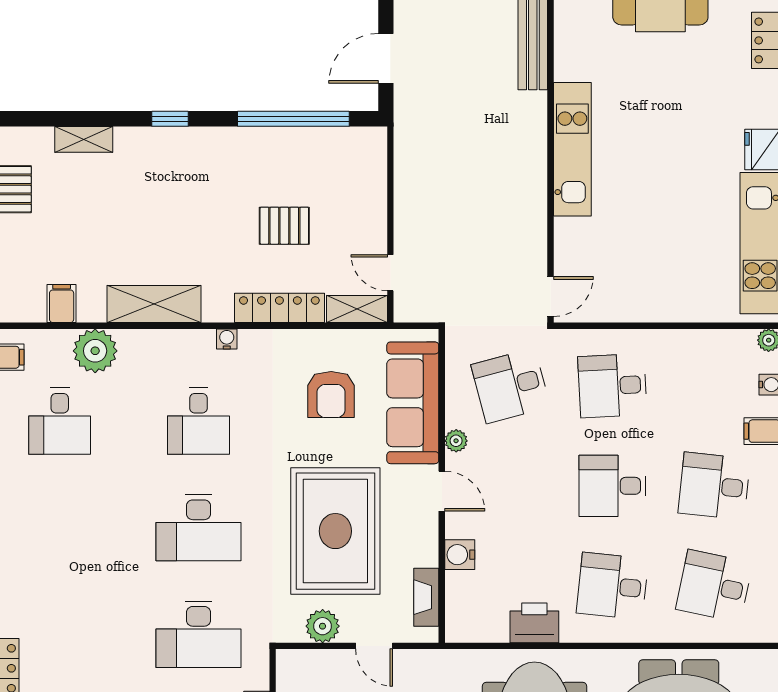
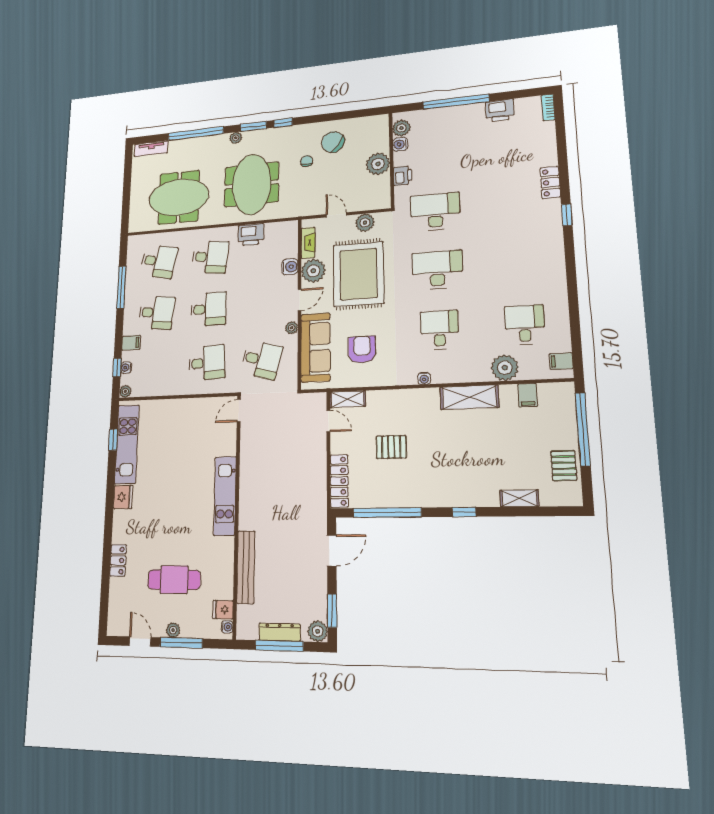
locker: (279, 308) -> (339, 481), moved, turned -90
desk: (511, 386) -> (261, 360), turned 30
door: (442, 491) -> (300, 300), swing flipped
plant: (417, 544) -> (313, 271), added

